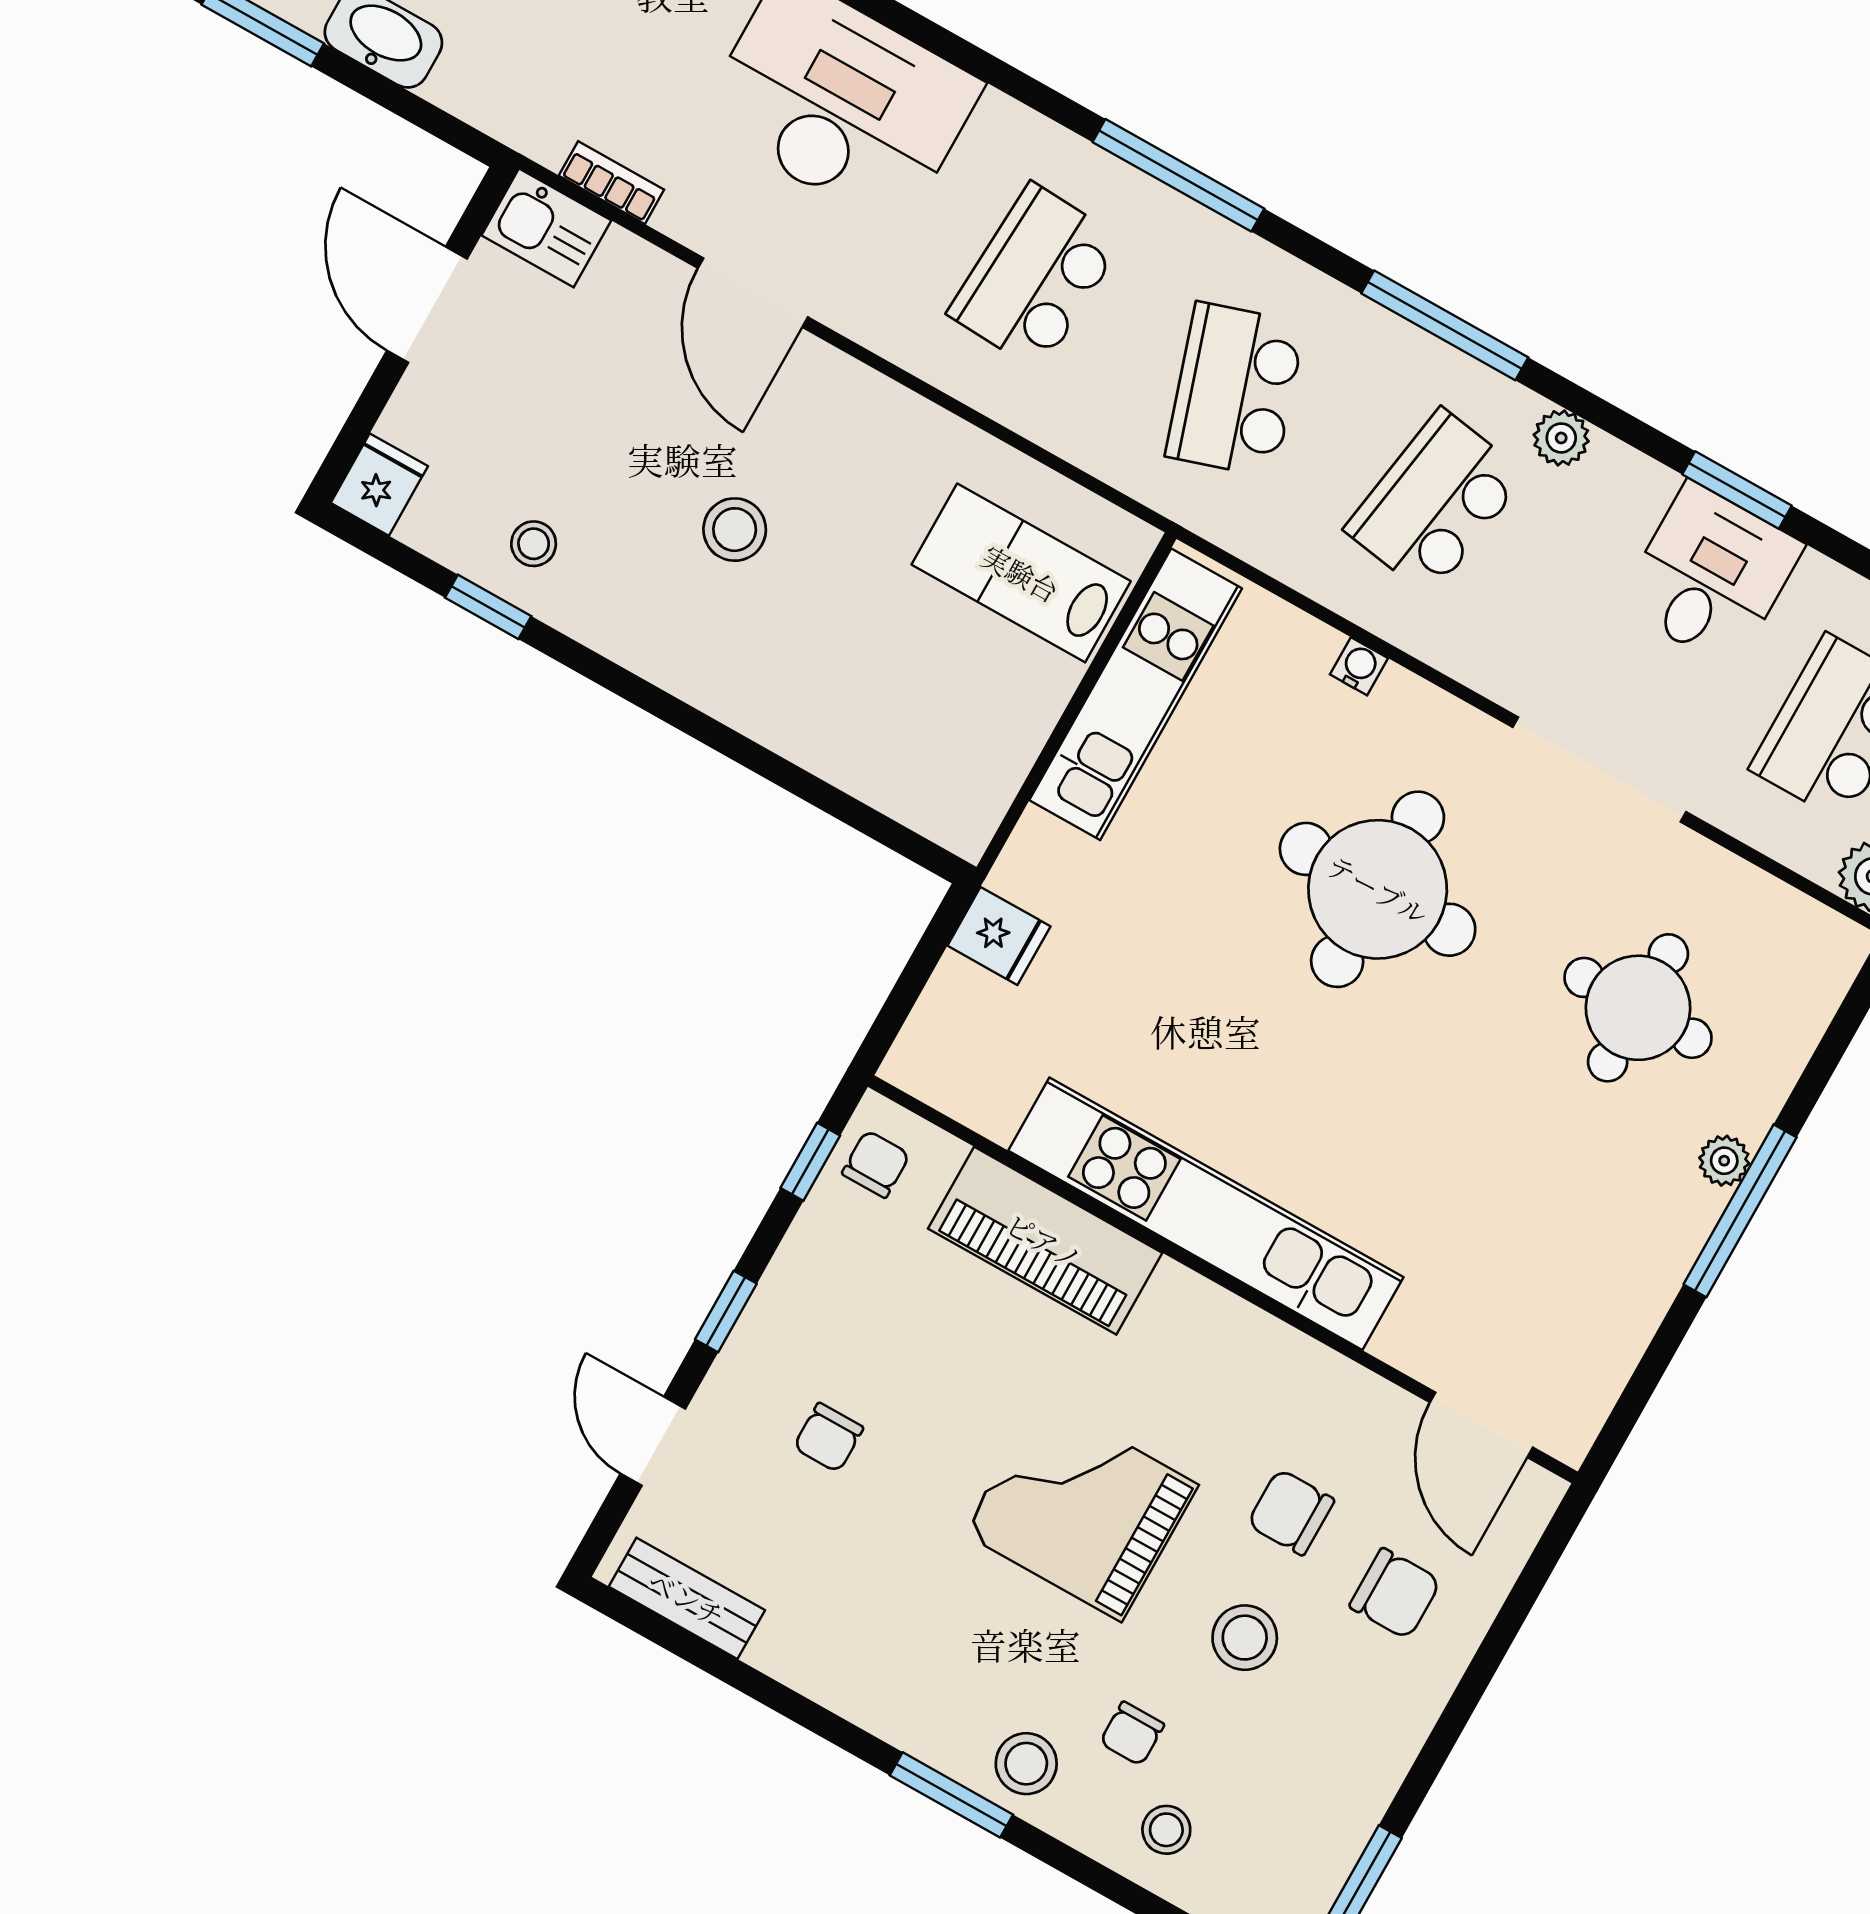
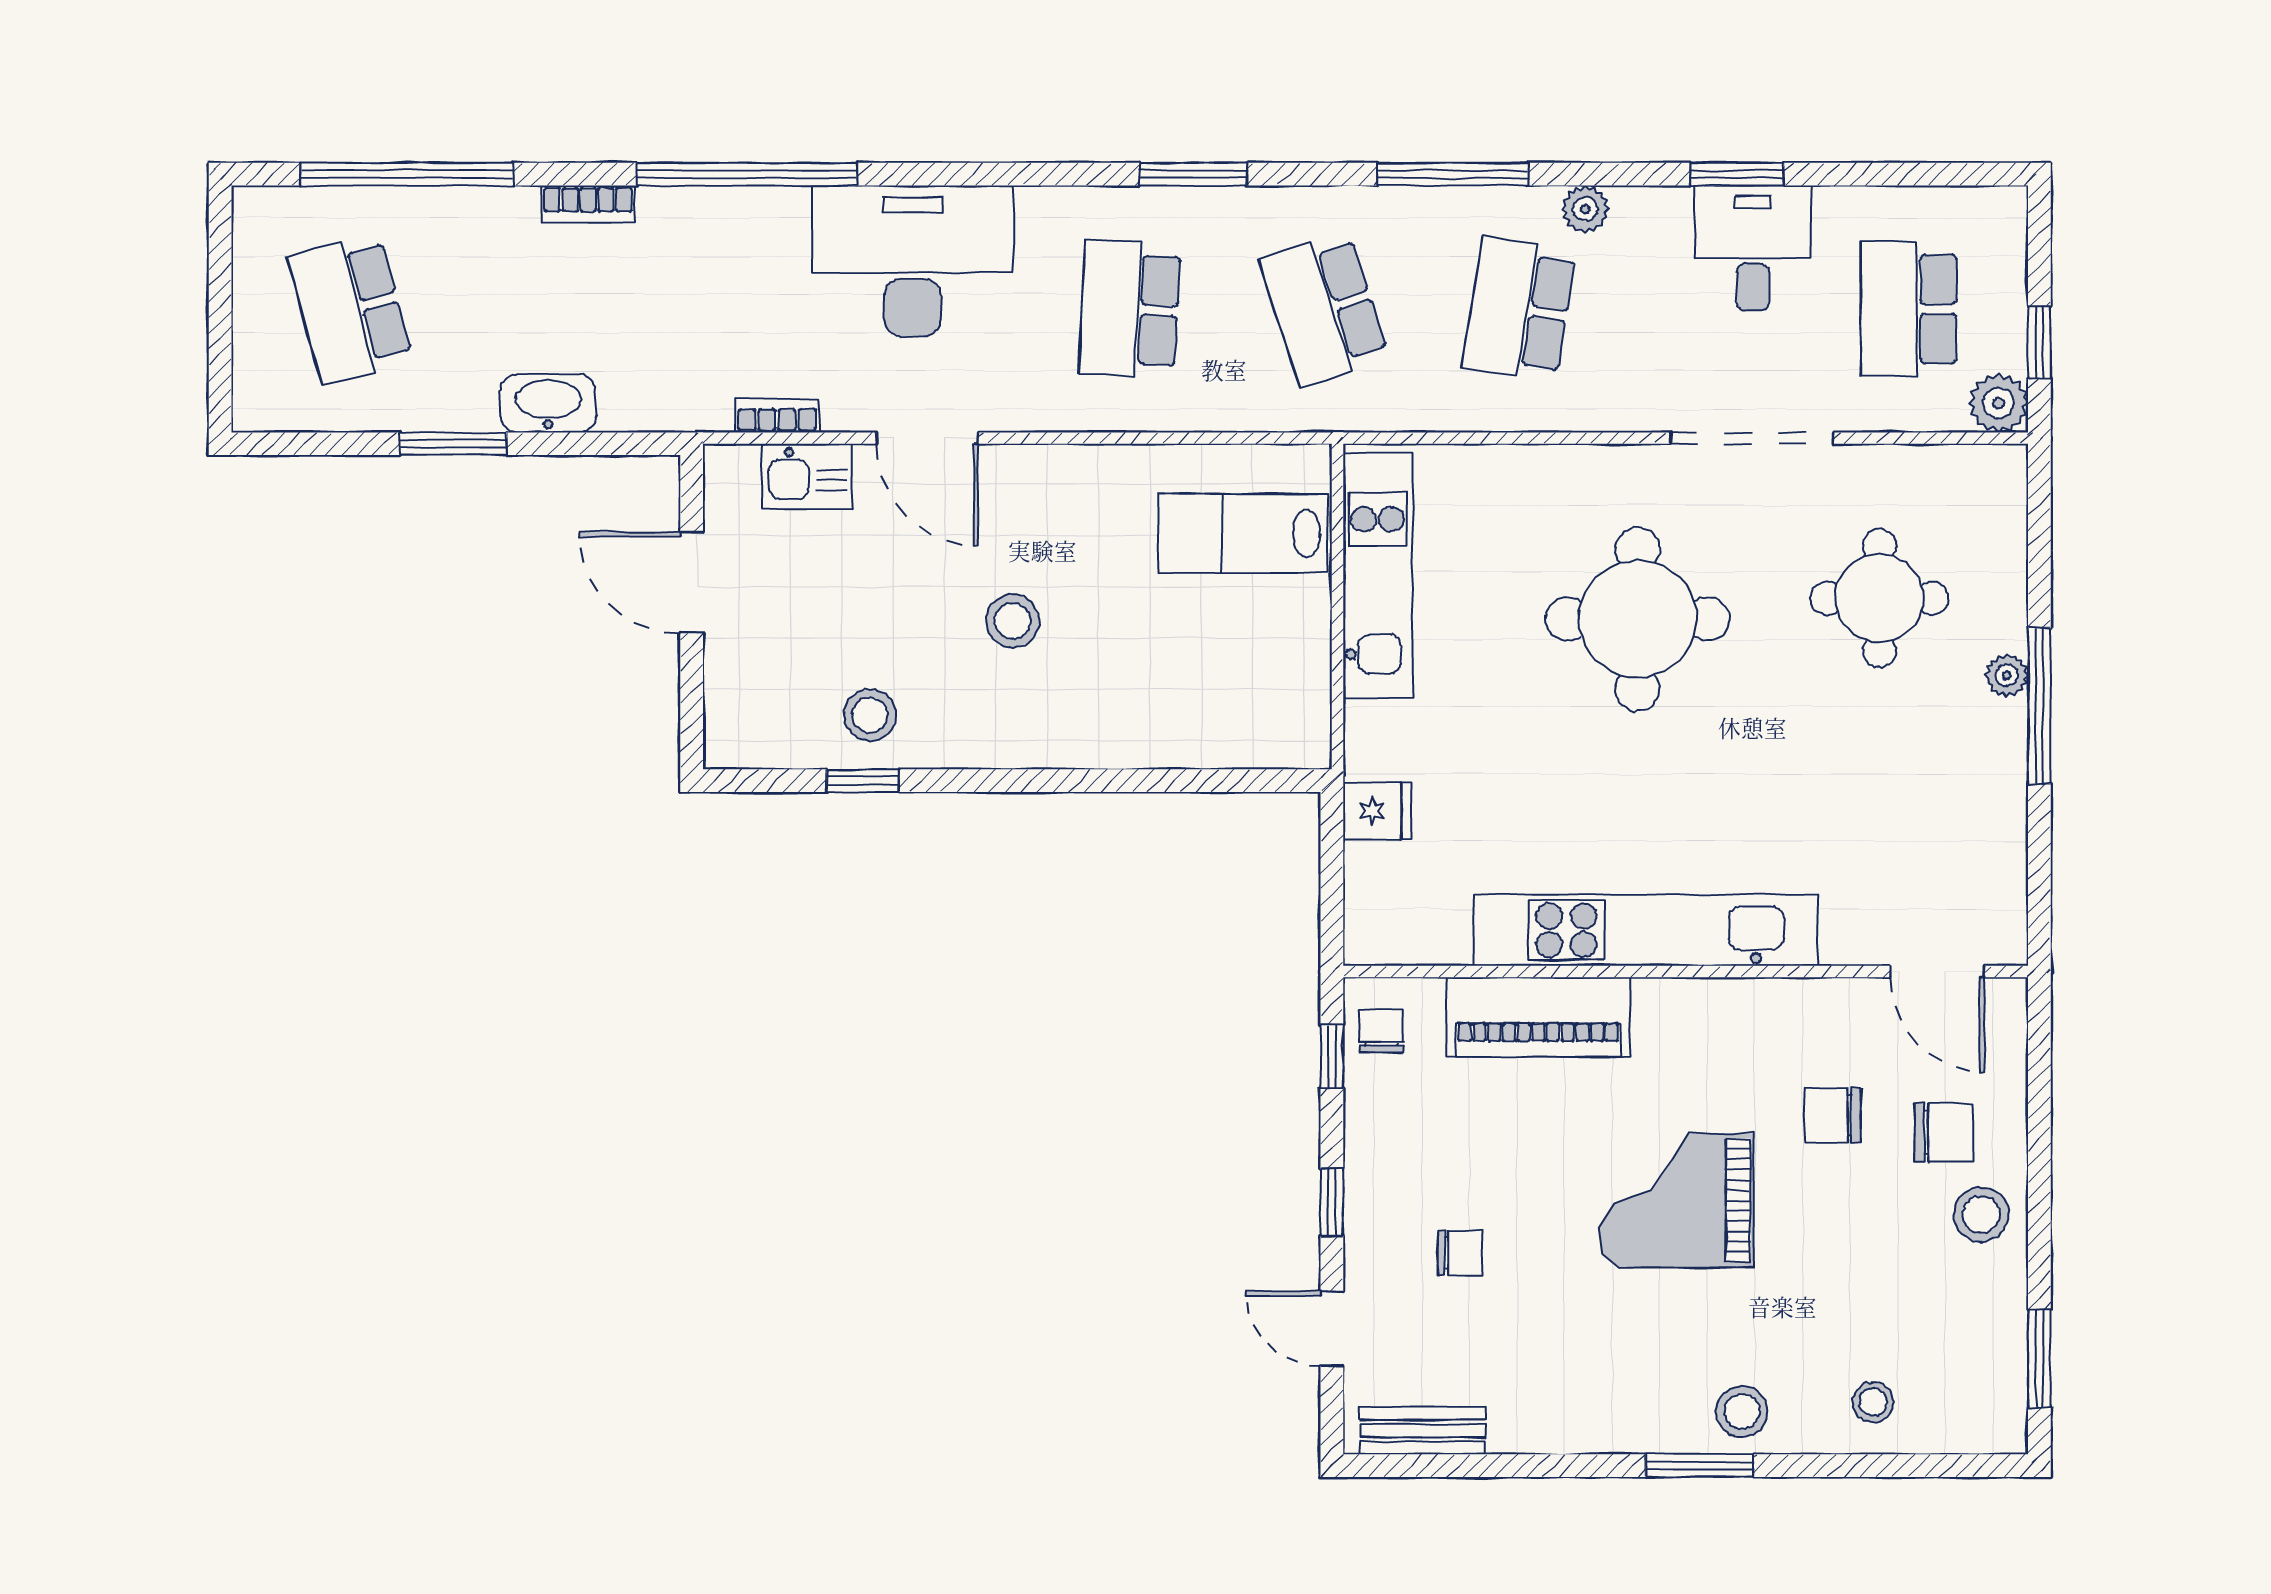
window: (1178, 175) -> (1193, 174), width x0.69
kitchen sink: (546, 228) -> (807, 476), moved
fridge: (379, 485) -> (731, 736), removed
stool: (534, 544) -> (870, 715), width x1.37, depth x1.37
water cooler: (1359, 666) -> (1531, 462), removed
chair: (828, 1437) -> (1460, 1253), turned -90
stool: (1245, 1638) -> (1981, 1215), moved
chair: (1132, 1734) -> (1808, 1345), removed

